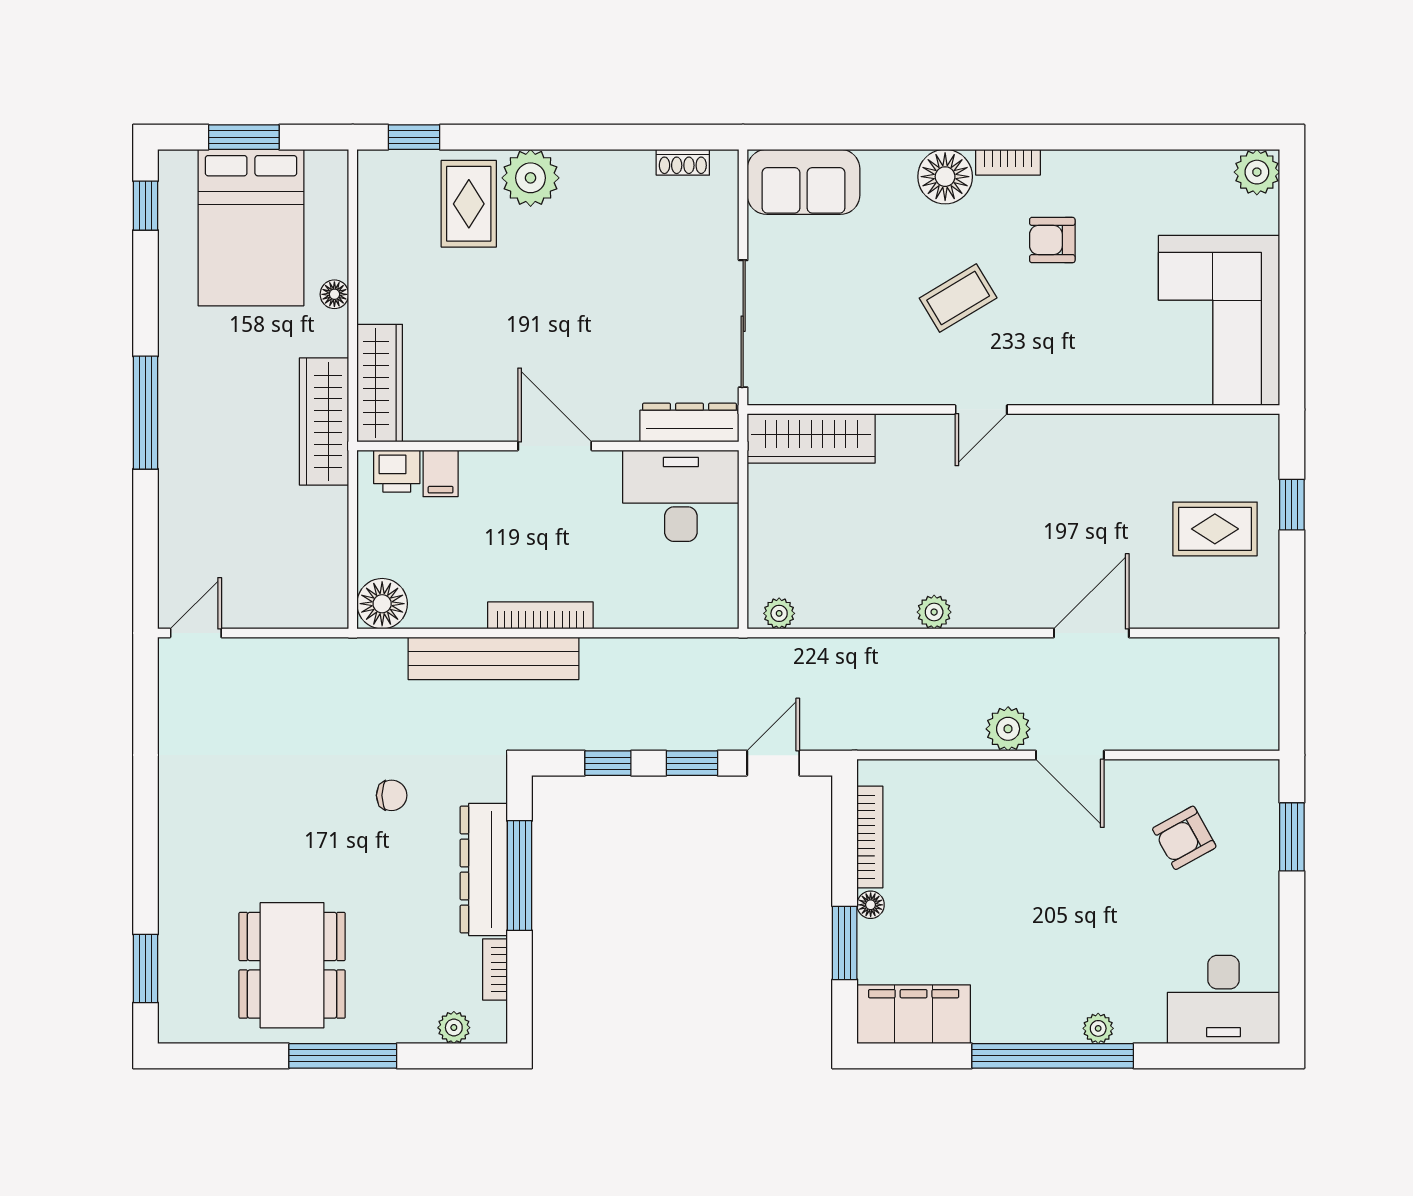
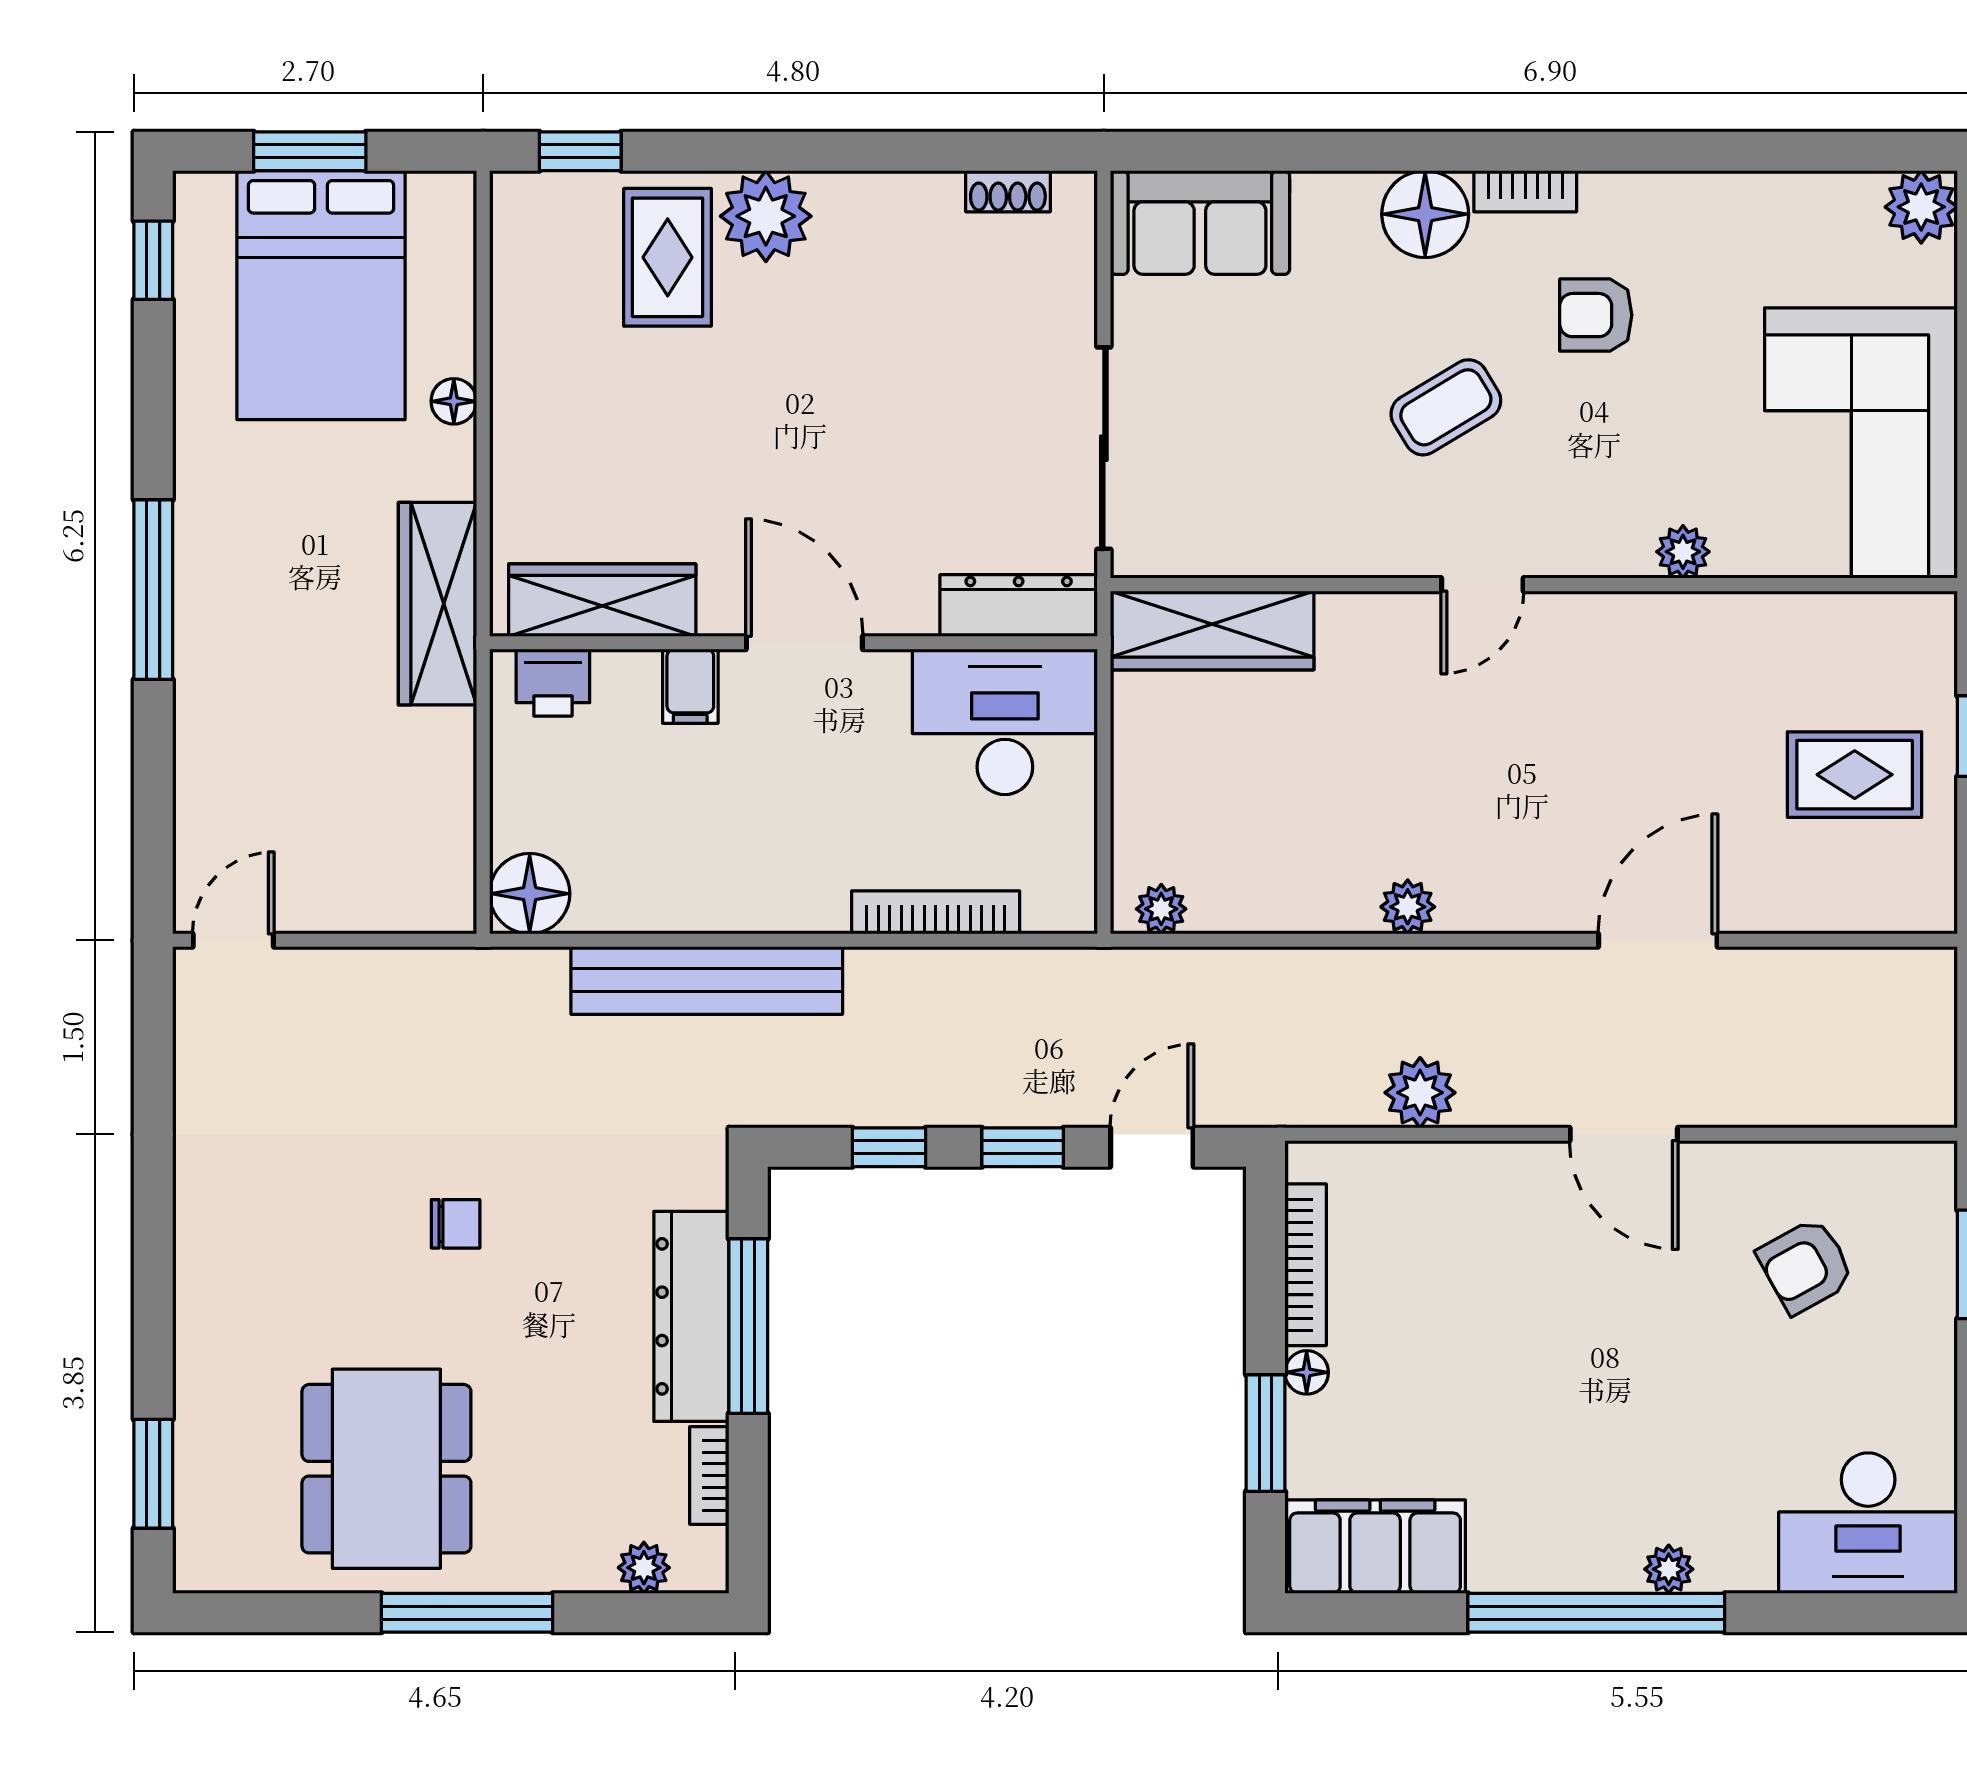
wardrobe: (380, 383) -> (602, 600), moved, turned -90
plant: (1107, 389) -> (1683, 552), added
filing cabinet: (441, 473) -> (690, 686), moved
bookcase: (540, 615) -> (936, 912), moved
plant: (1008, 729) -> (1420, 1093), moved
chair: (392, 795) -> (456, 1224), moved

